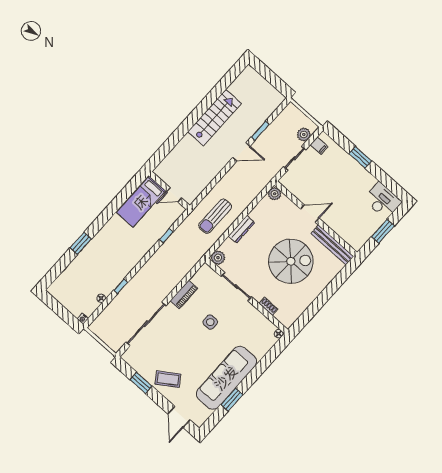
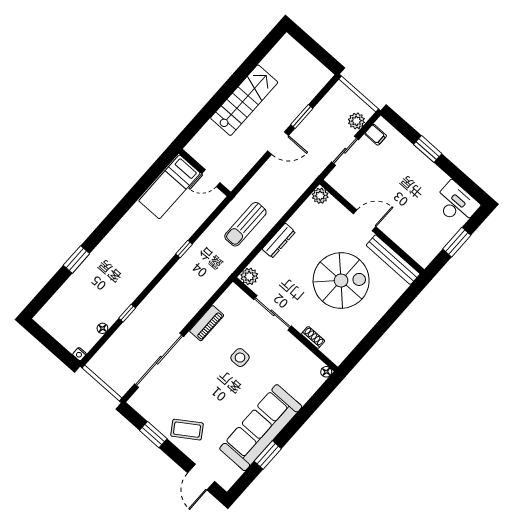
wall: (169, 190) -> (205, 173), moved
door: (174, 195) -> (211, 178), moved
bed: (141, 202) -> (169, 187), moved

